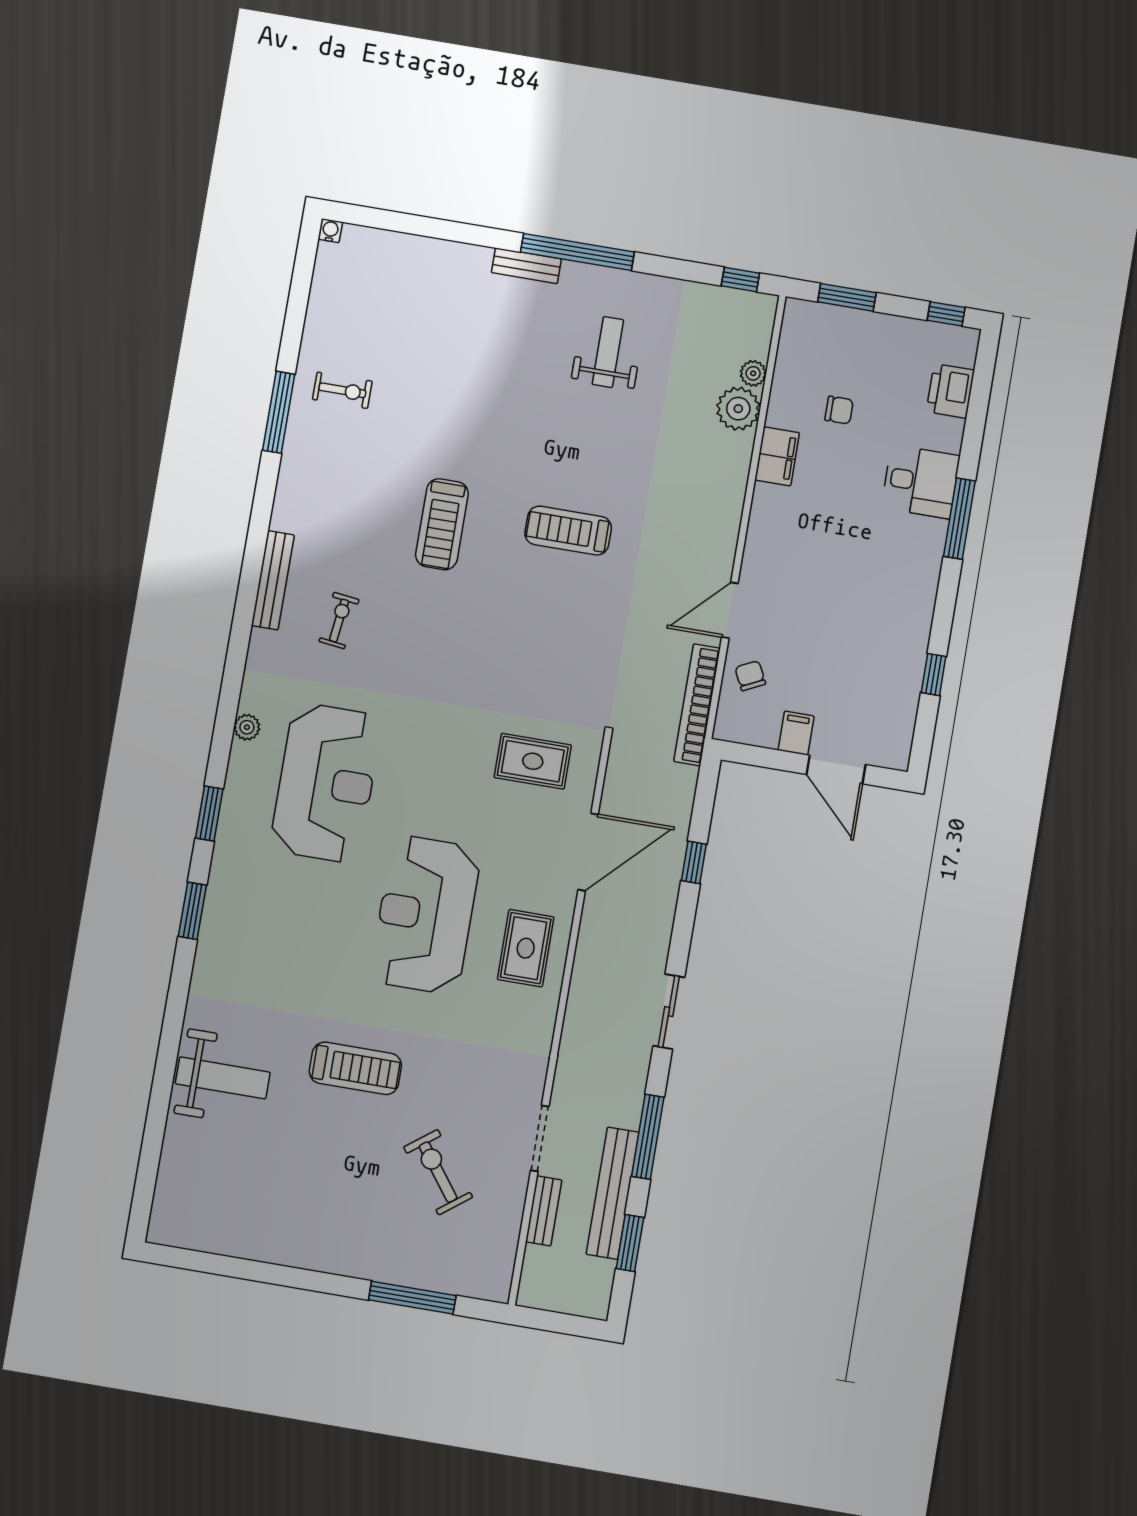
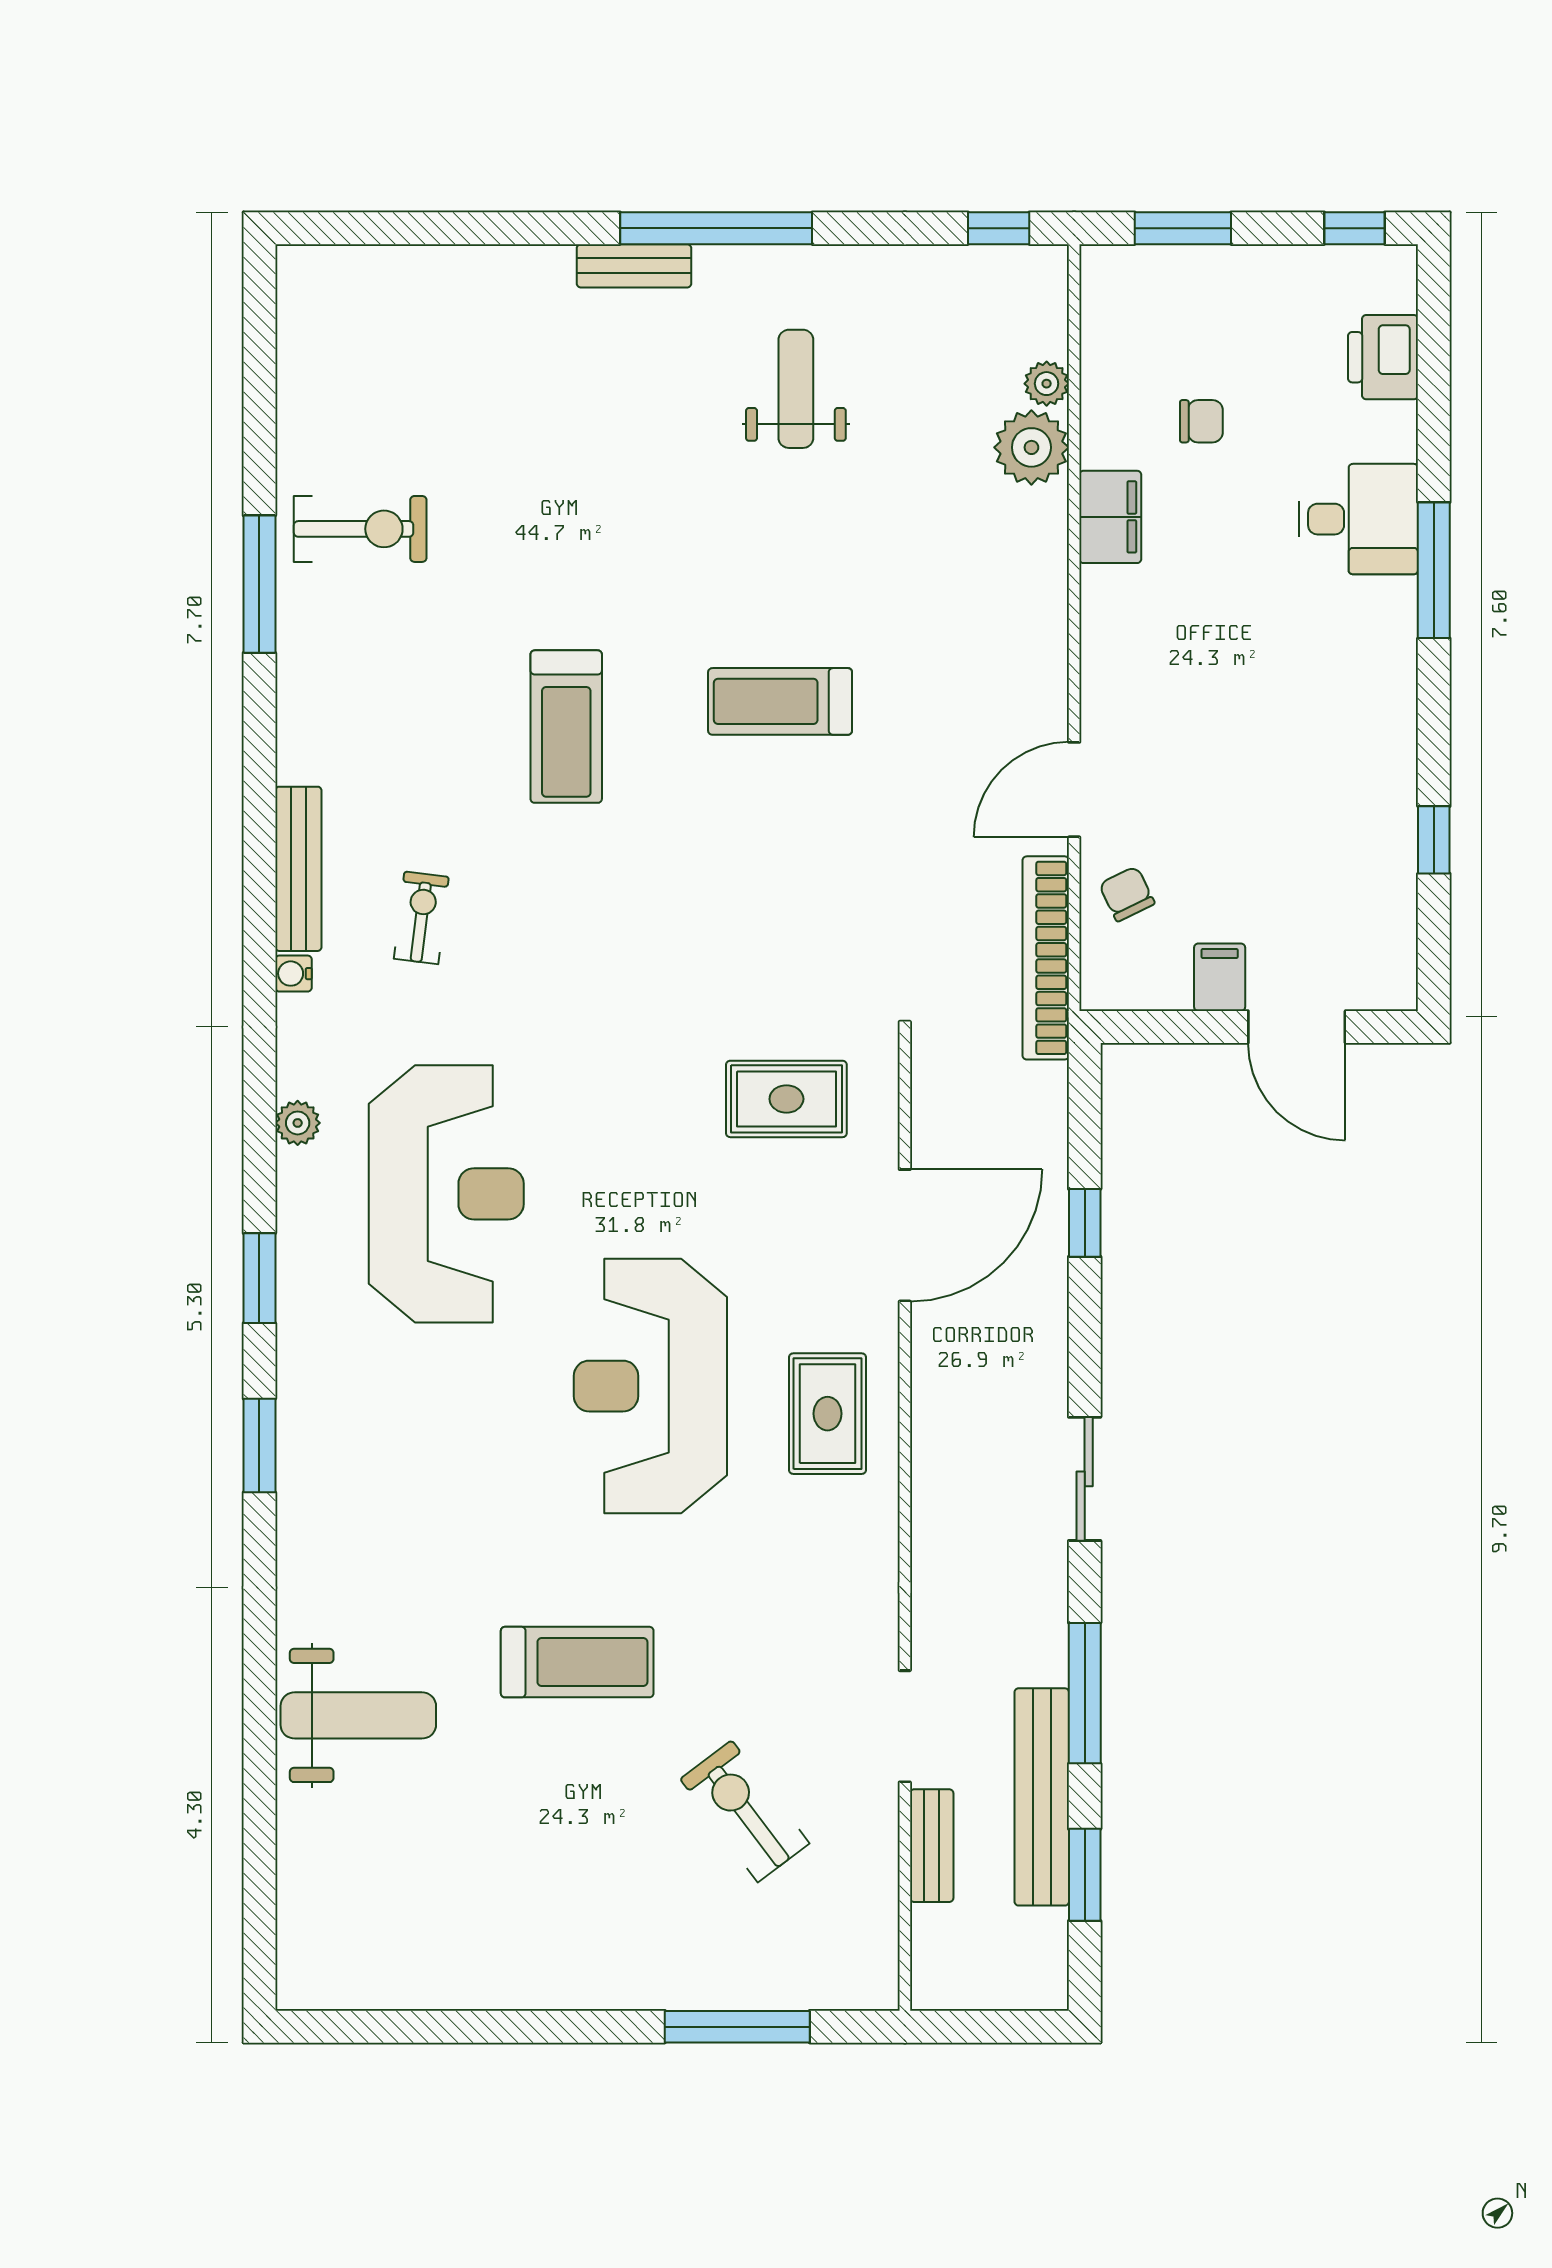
water cooler: (330, 231) -> (293, 974), moved, turned -90
exercise bike: (342, 390) -> (360, 529), width x1.38, depth x1.39

